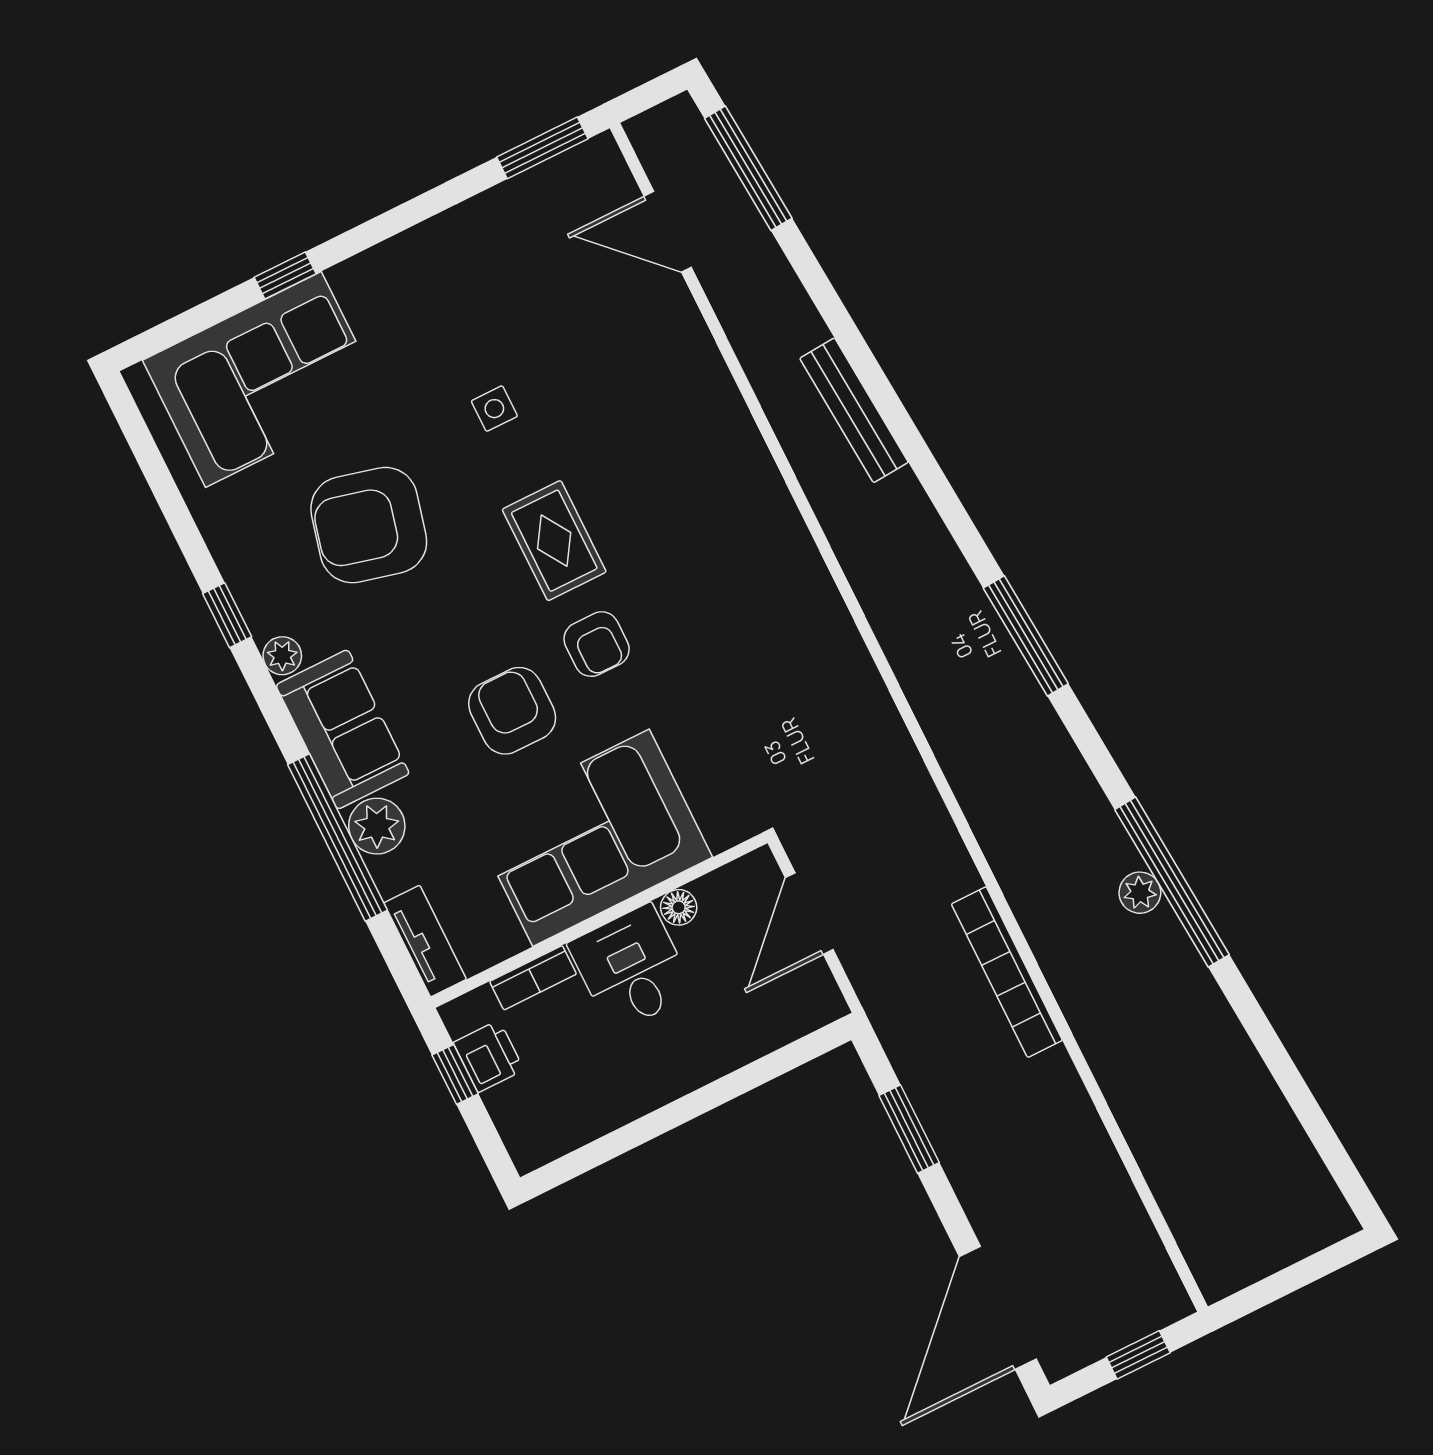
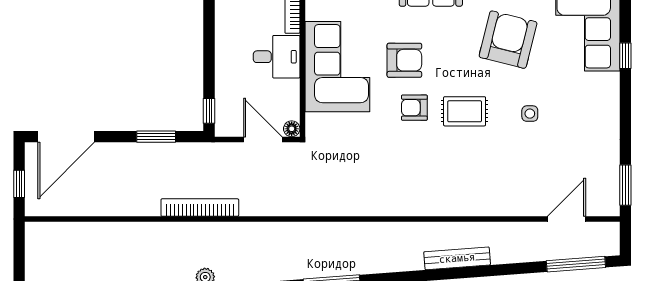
floor lamp: (679, 907) -> (292, 129), moved
window: (806, 1049) -> (209, 111), added
door: (998, 1308) -> (66, 137), swing flipped

